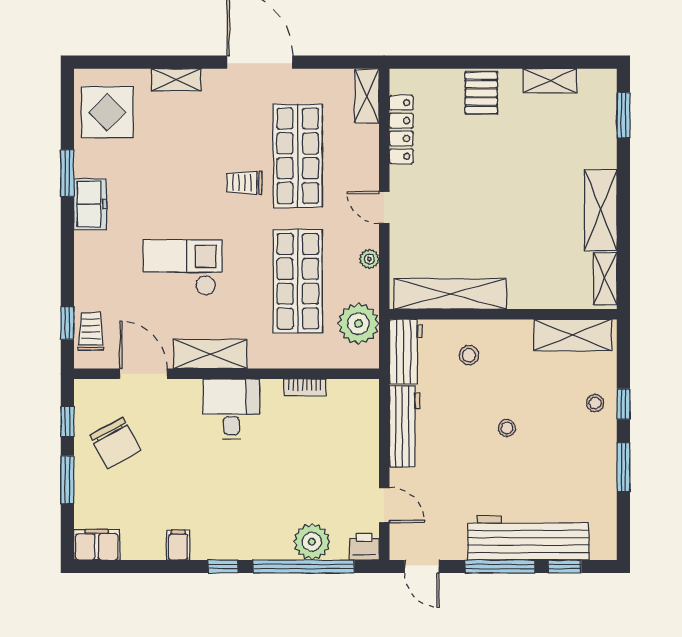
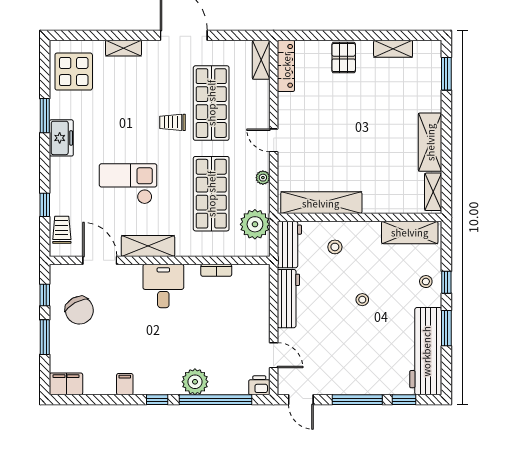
locker: (401, 130) -> (286, 66), moved
window: (67, 323) -> (45, 205), moved
workbench: (528, 538) -> (426, 351), moved, turned -90
plant: (312, 542) -> (195, 382), moved

